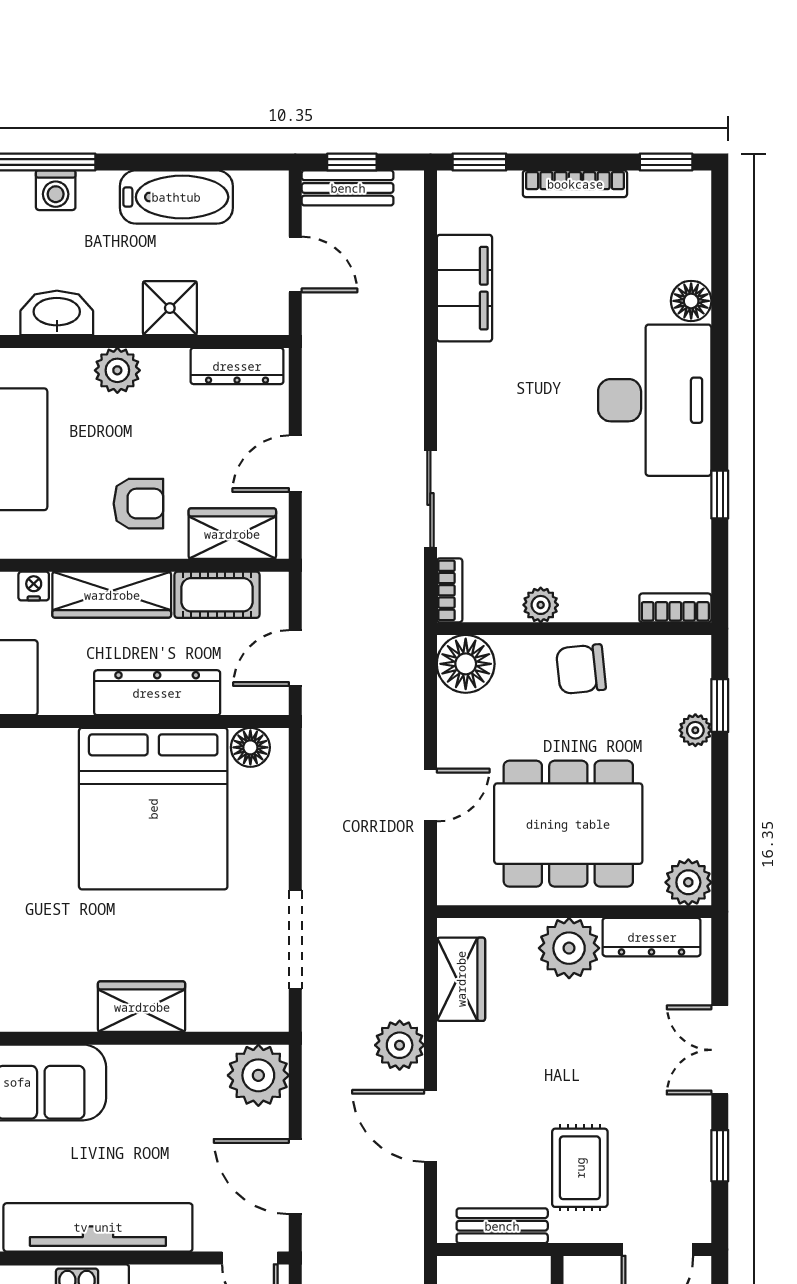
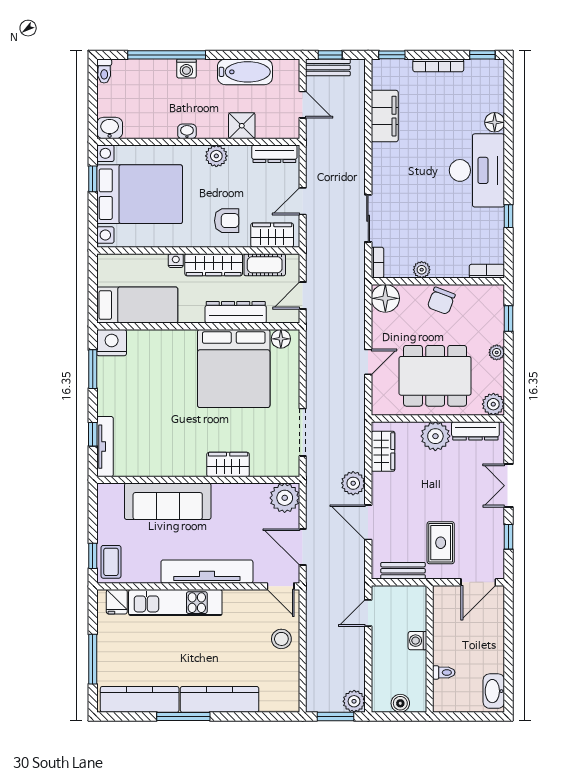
washbasin: (57, 313) -> (187, 131), width x0.52, depth x0.69
chair: (581, 669) -> (441, 301), turned -63
plant: (695, 730) -> (497, 352), moved

